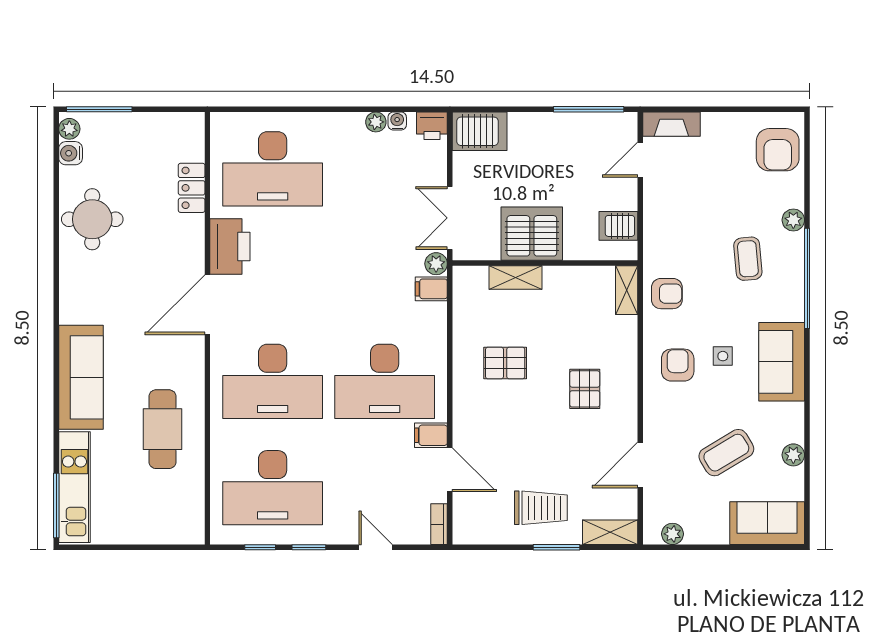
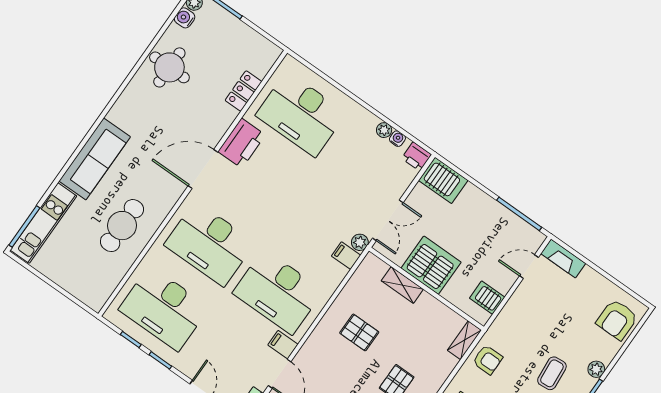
double door: (450, 218) -> (388, 220), swing flipped

